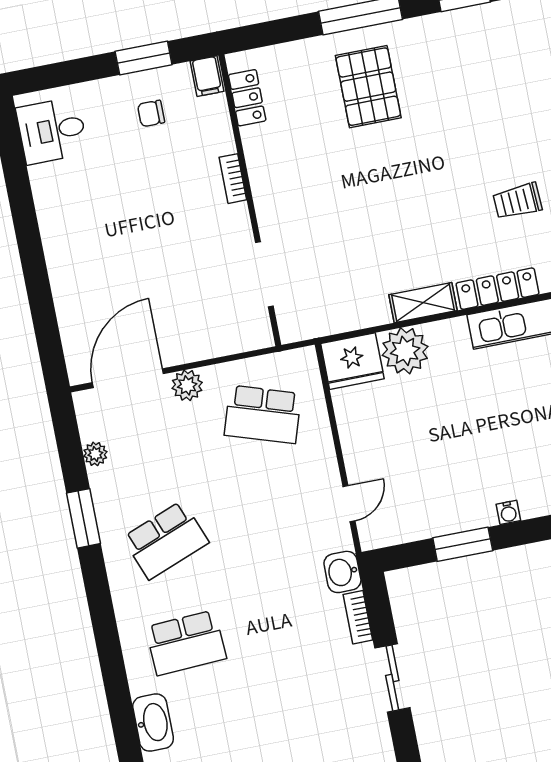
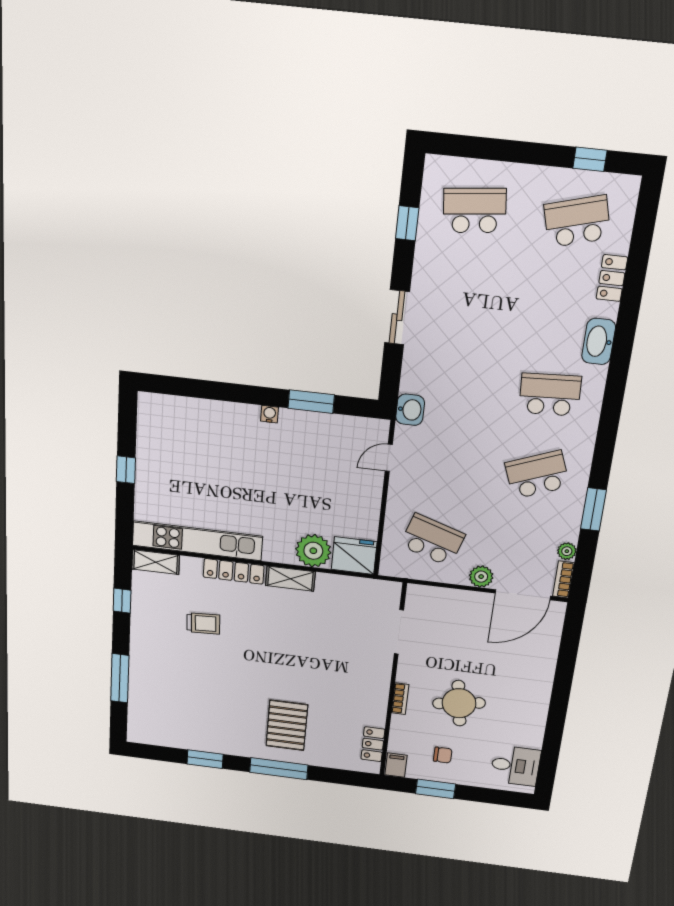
round table: (156, 198) -> (459, 703), added
bookcase: (358, 617) -> (563, 580), moved, turned 180

